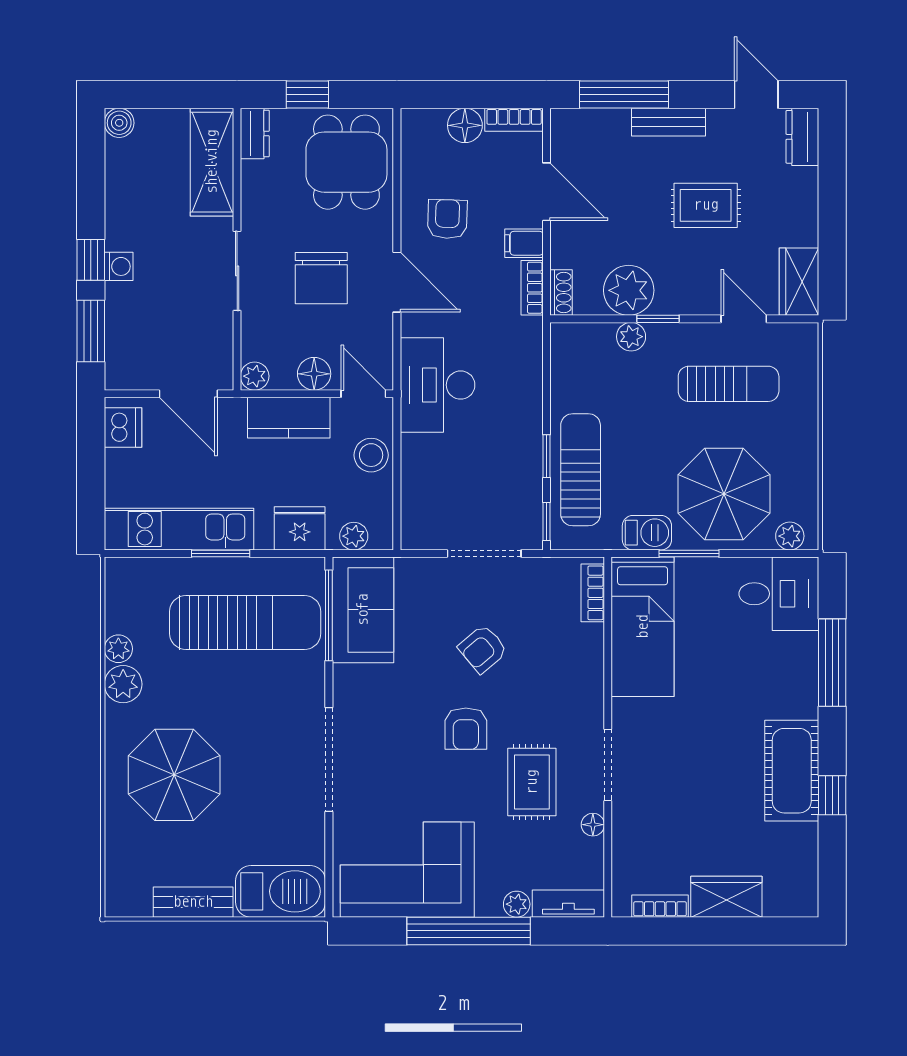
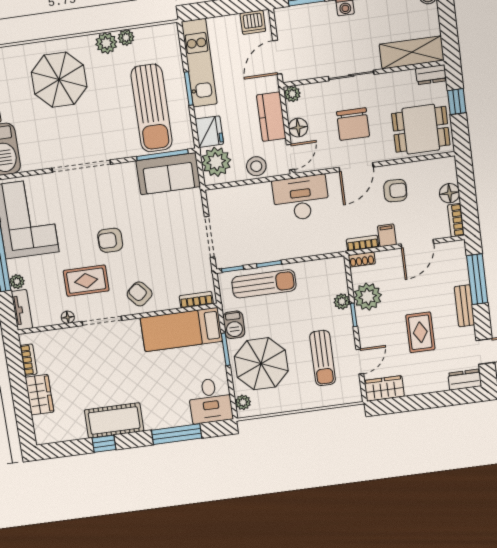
chair: (321, 278) -> (353, 124), turned -90
plant: (354, 536) -> (216, 162), width x1.87, depth x1.87
armchair: (483, 649) -> (140, 294), moved

